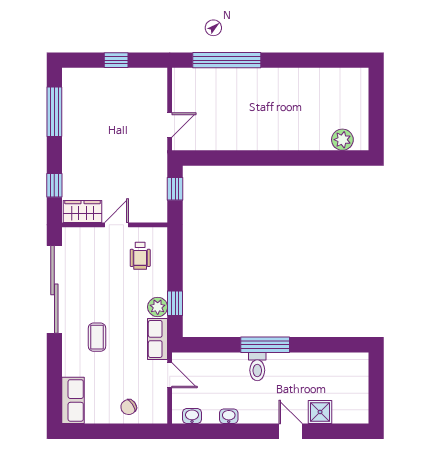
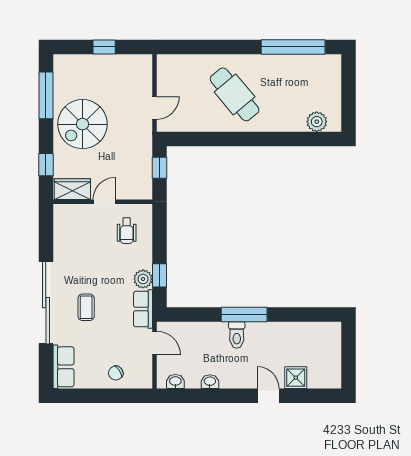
window: (227, 60) -> (293, 47), moved
cafe table: (255, 111) -> (235, 94), added
spiral stairs: (93, 142) -> (82, 124), added
sliding door: (54, 289) -> (46, 303), moved

